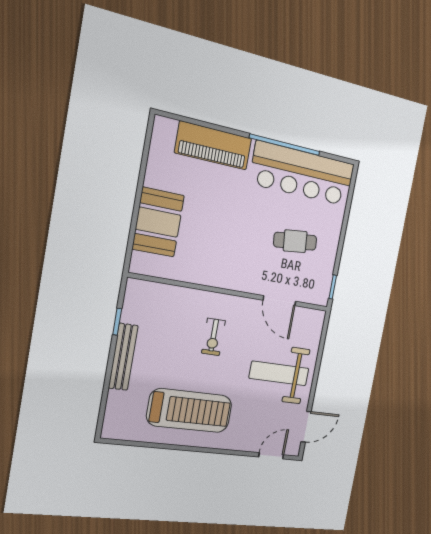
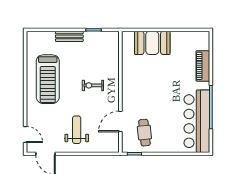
piano: (213, 146) -> (203, 66), width x0.73, depth x0.75
cafe table: (295, 241) -> (144, 133), moved
bench: (123, 357) -> (69, 36), width x0.73
weight bench: (279, 373) -> (77, 130), width x0.73, depth x0.75

